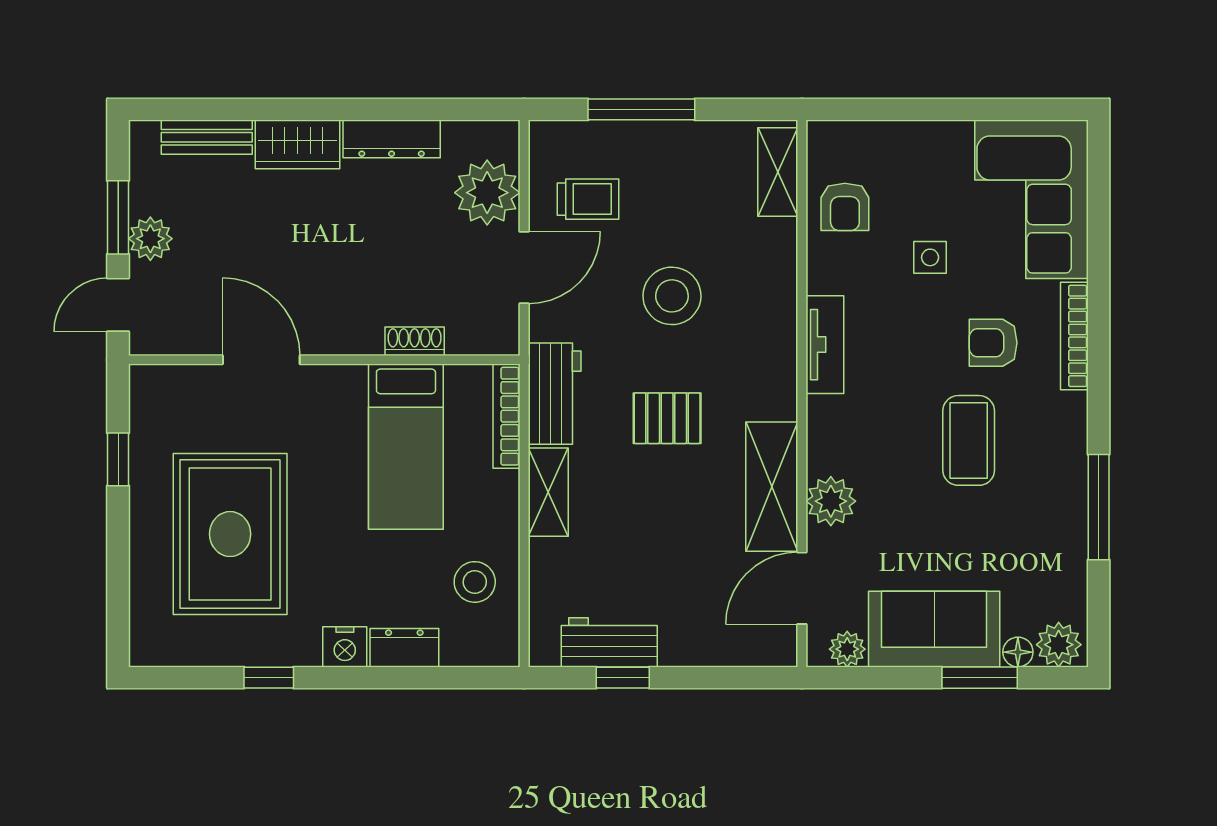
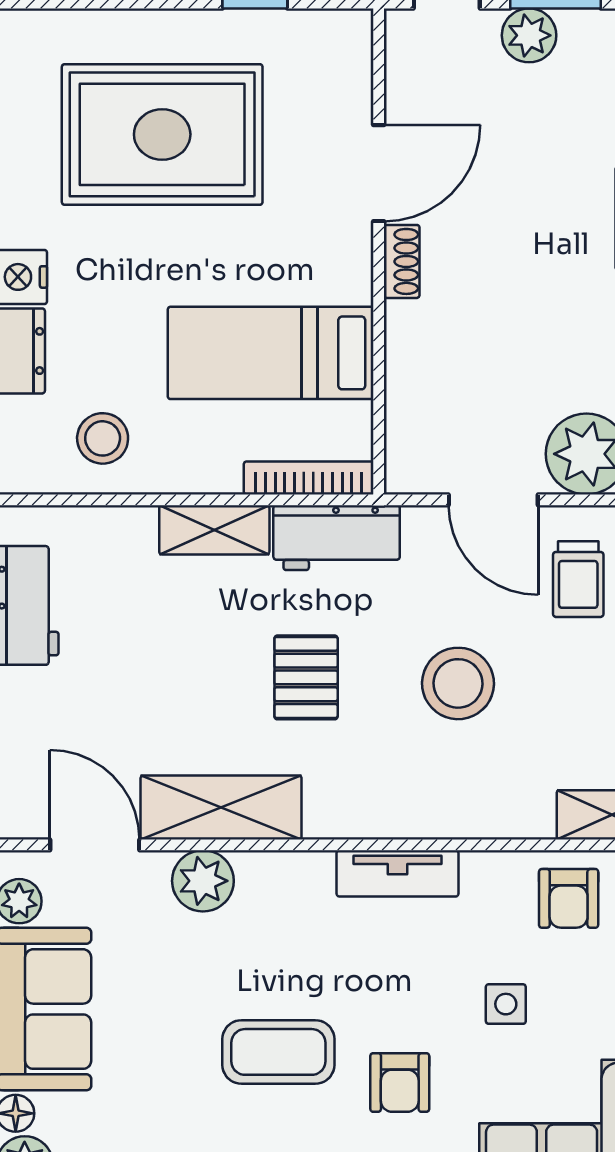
armchair: (845, 207) -> (569, 898), turned -90
shoe rack: (415, 341) -> (402, 261), moved
armchair: (993, 343) -> (400, 1082), turned 180

